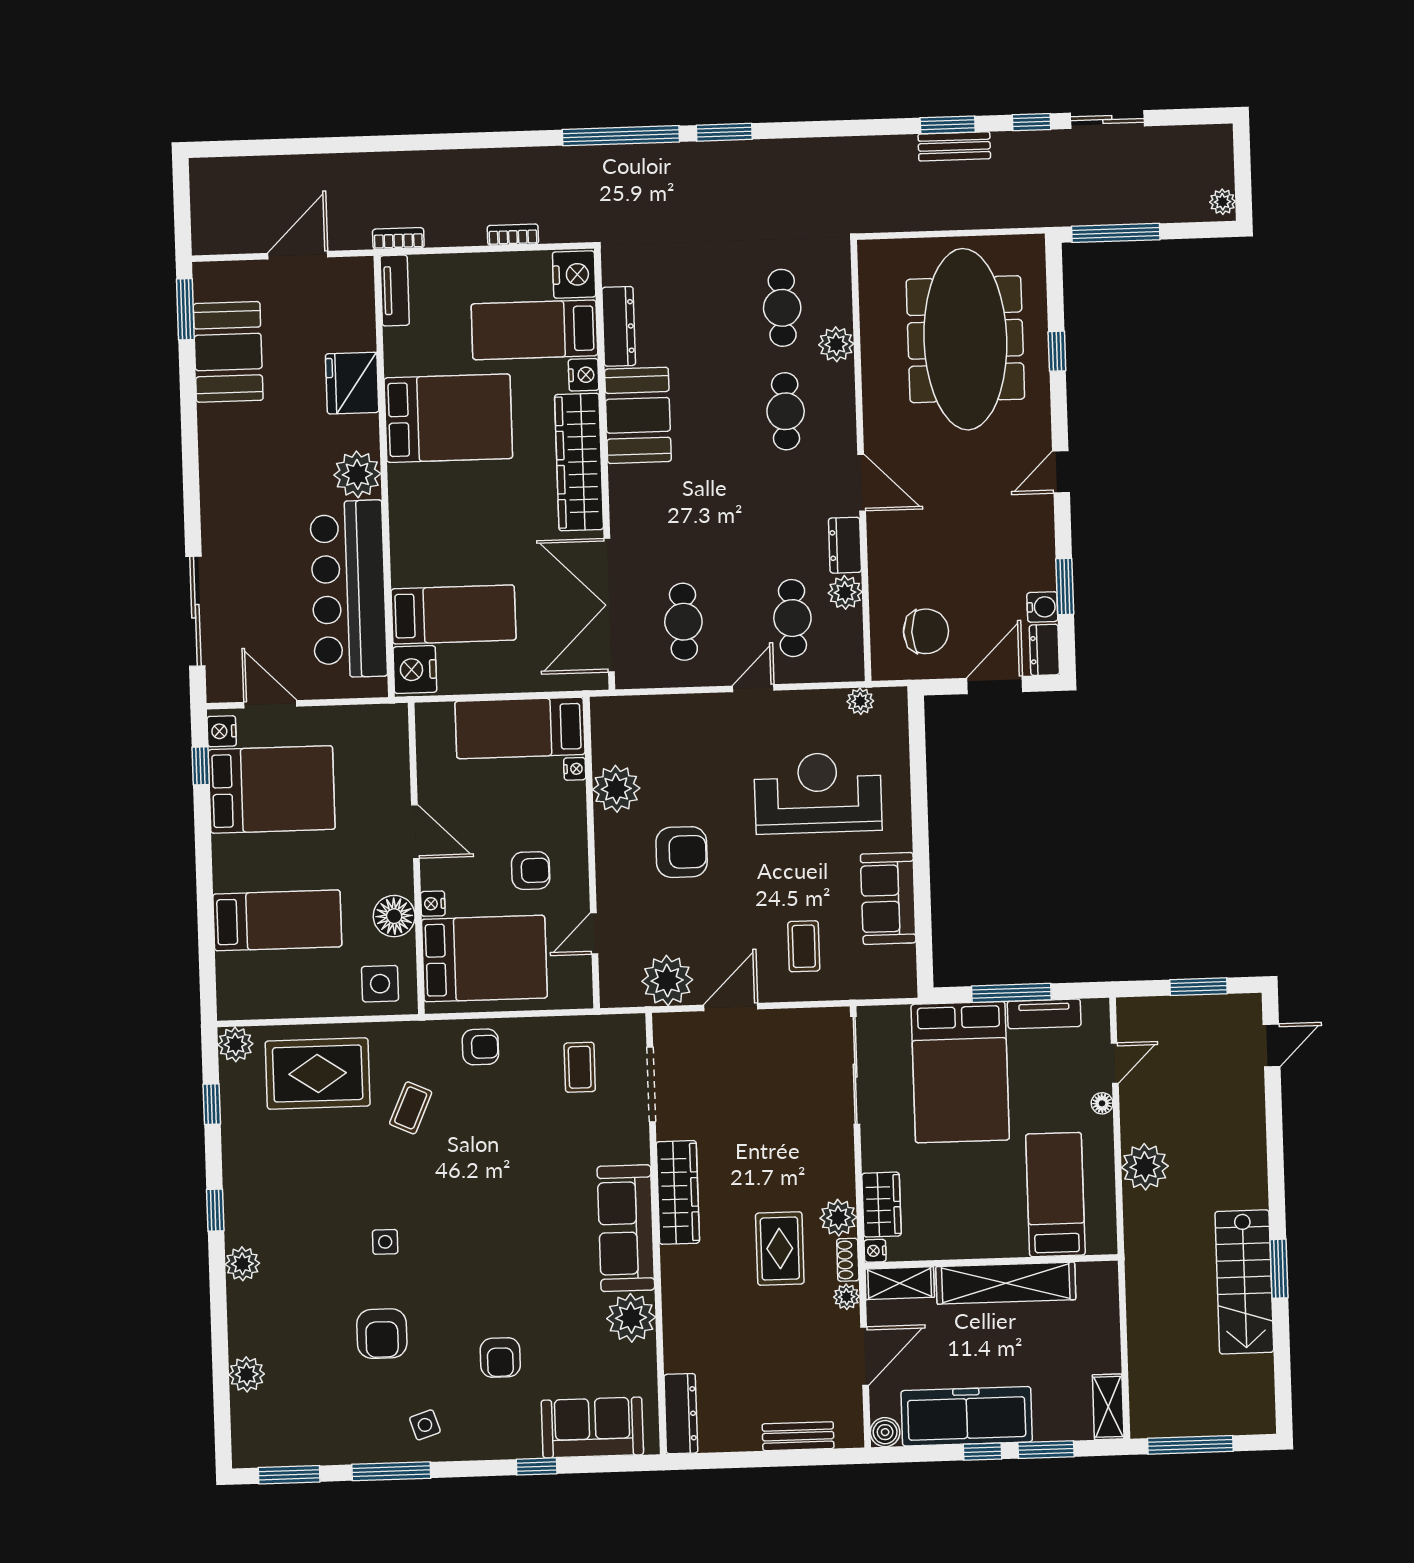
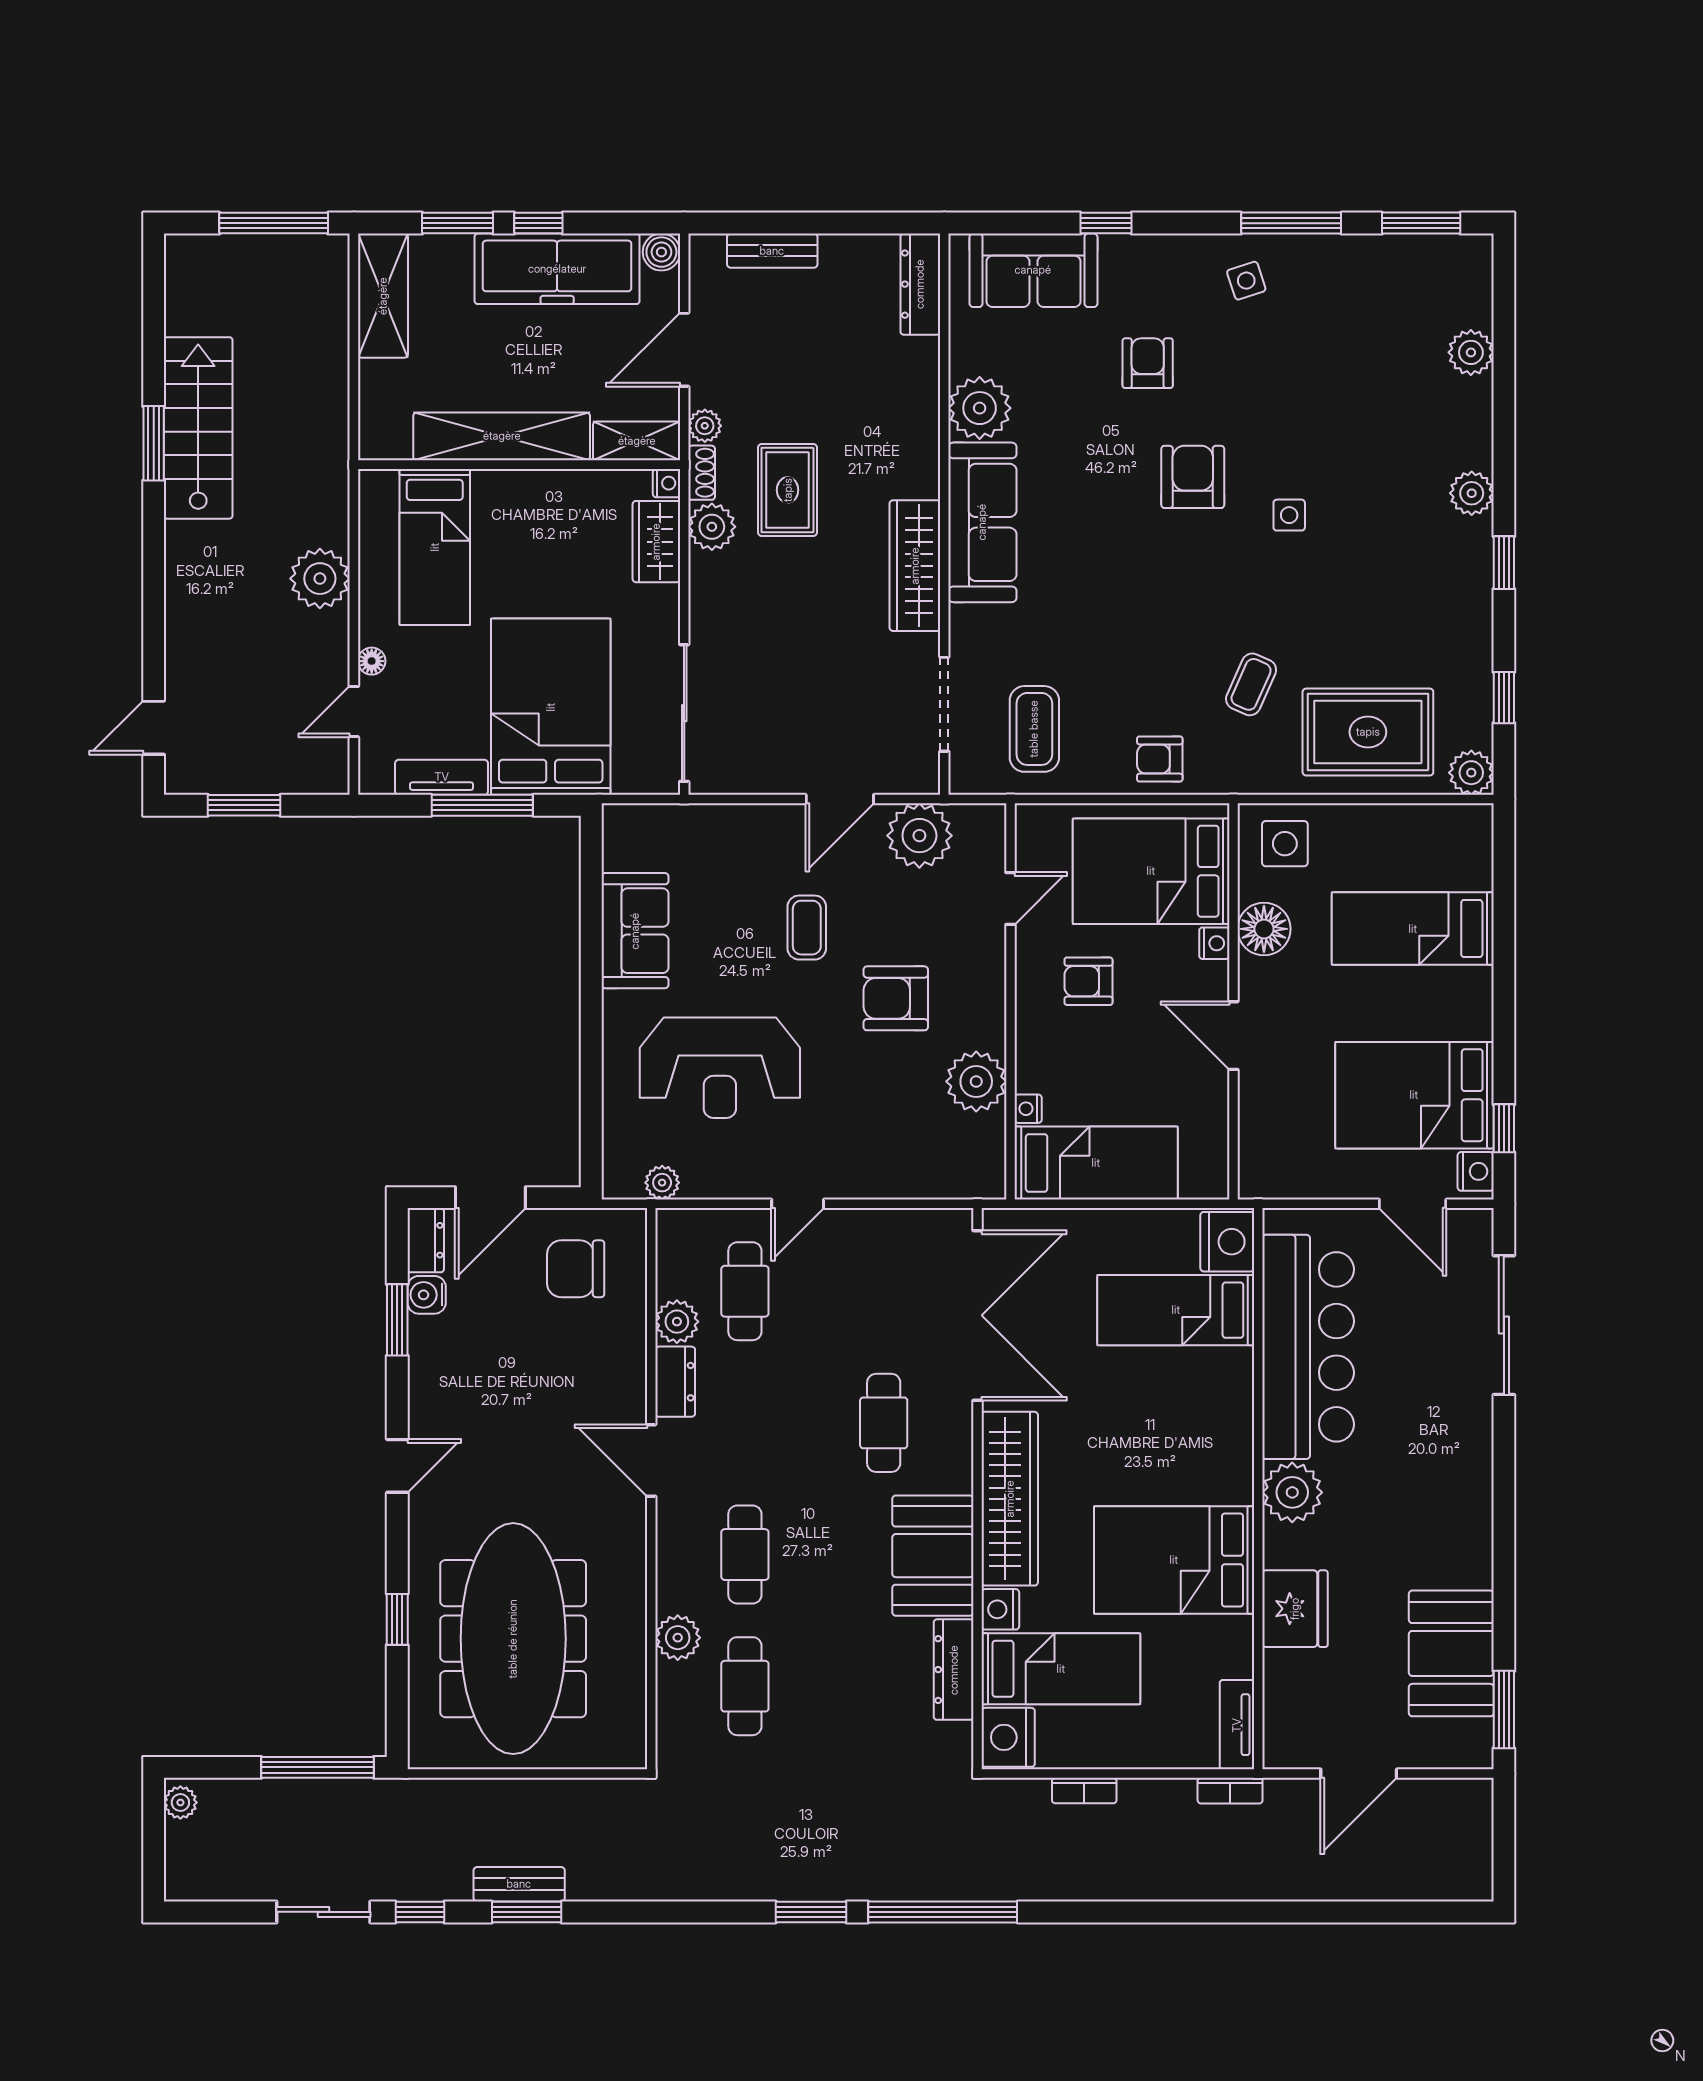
cafe table: (683, 622) -> (884, 1423), moved
coffee table: (804, 946) -> (807, 928), moved
coffee table: (580, 1067) -> (1034, 729), width x1.36, depth x1.30
armchair: (382, 1334) -> (1193, 477), moved
shelving: (1108, 1407) -> (383, 296), width x1.50, depth x1.33

